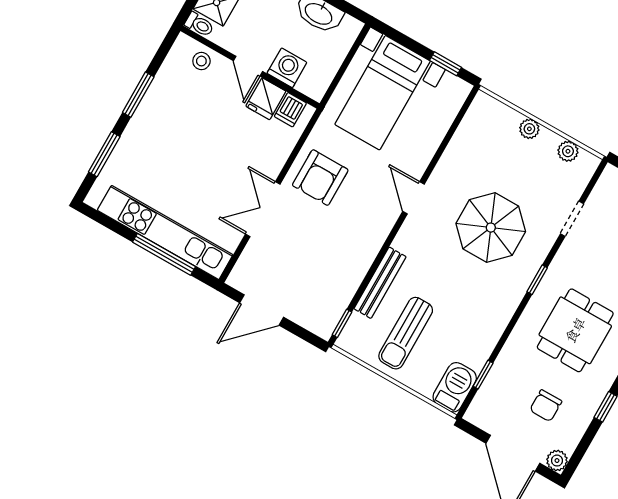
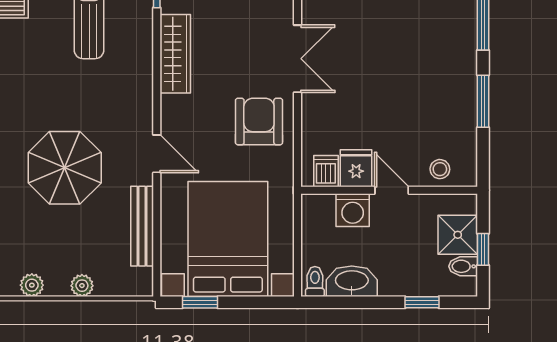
toilet: (199, 25) -> (315, 282), moved, turned 90
bed with nightstands: (383, 93) -> (228, 239), width x1.36
wardrobe: (355, 267) -> (175, 54), added
bench: (380, 283) -> (142, 226), moved

